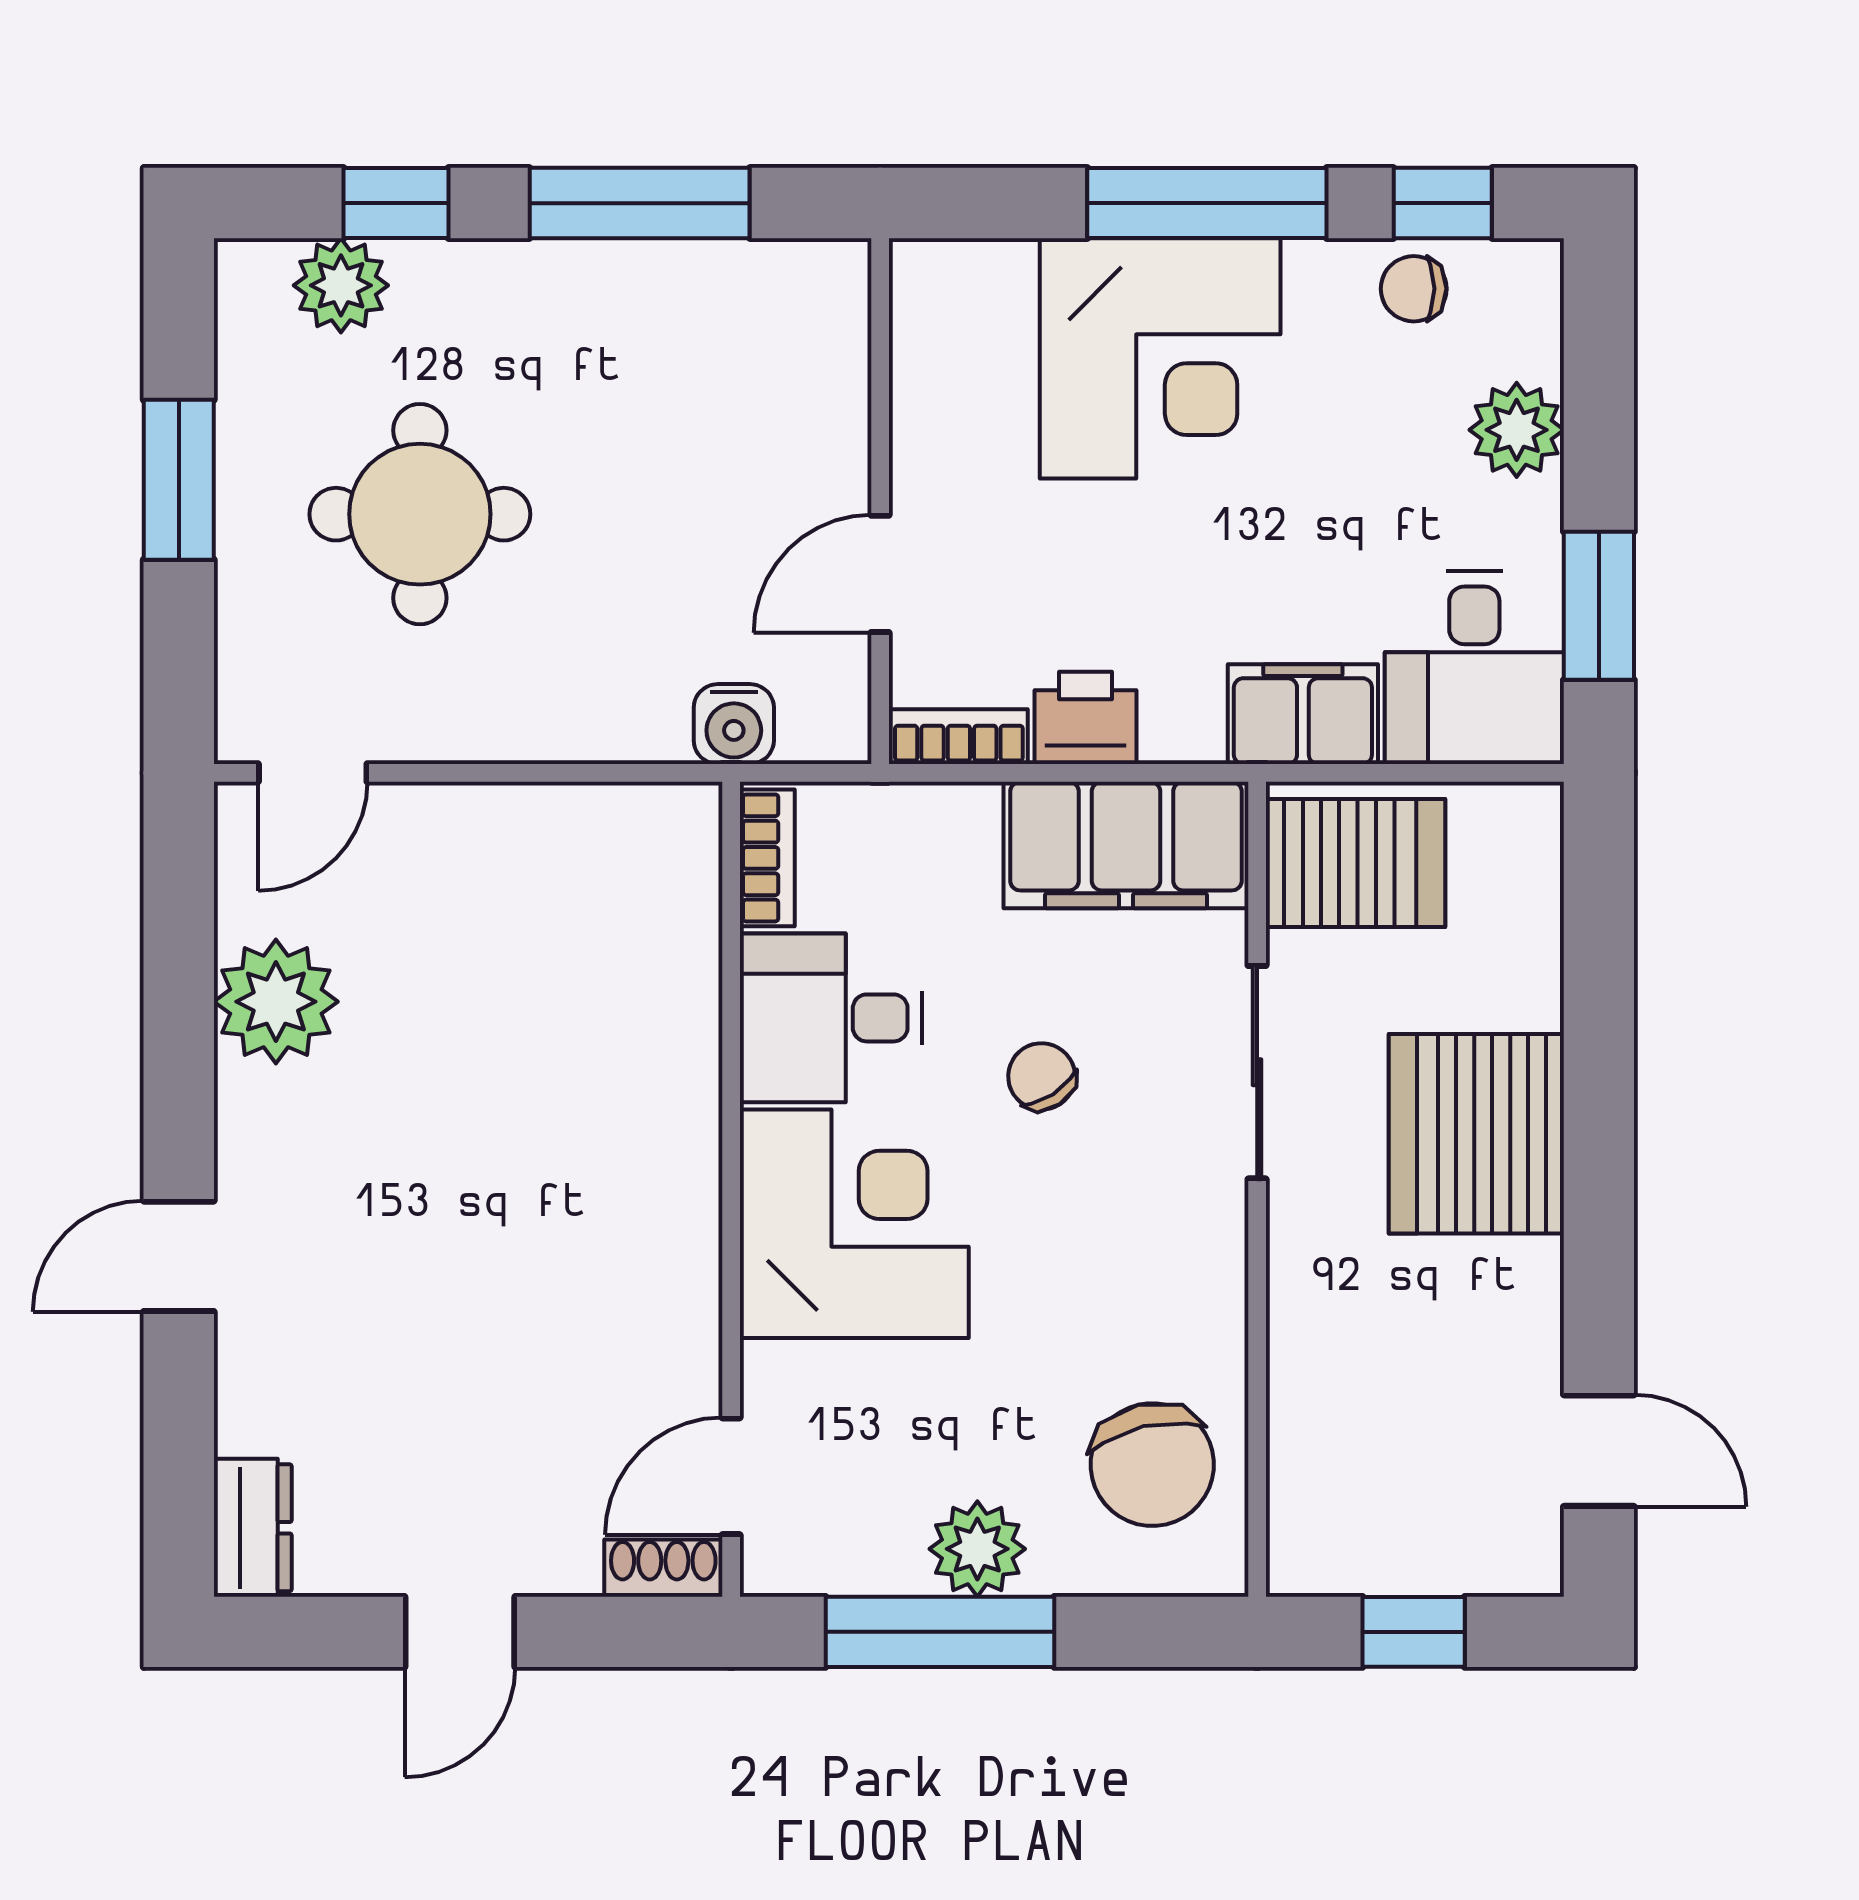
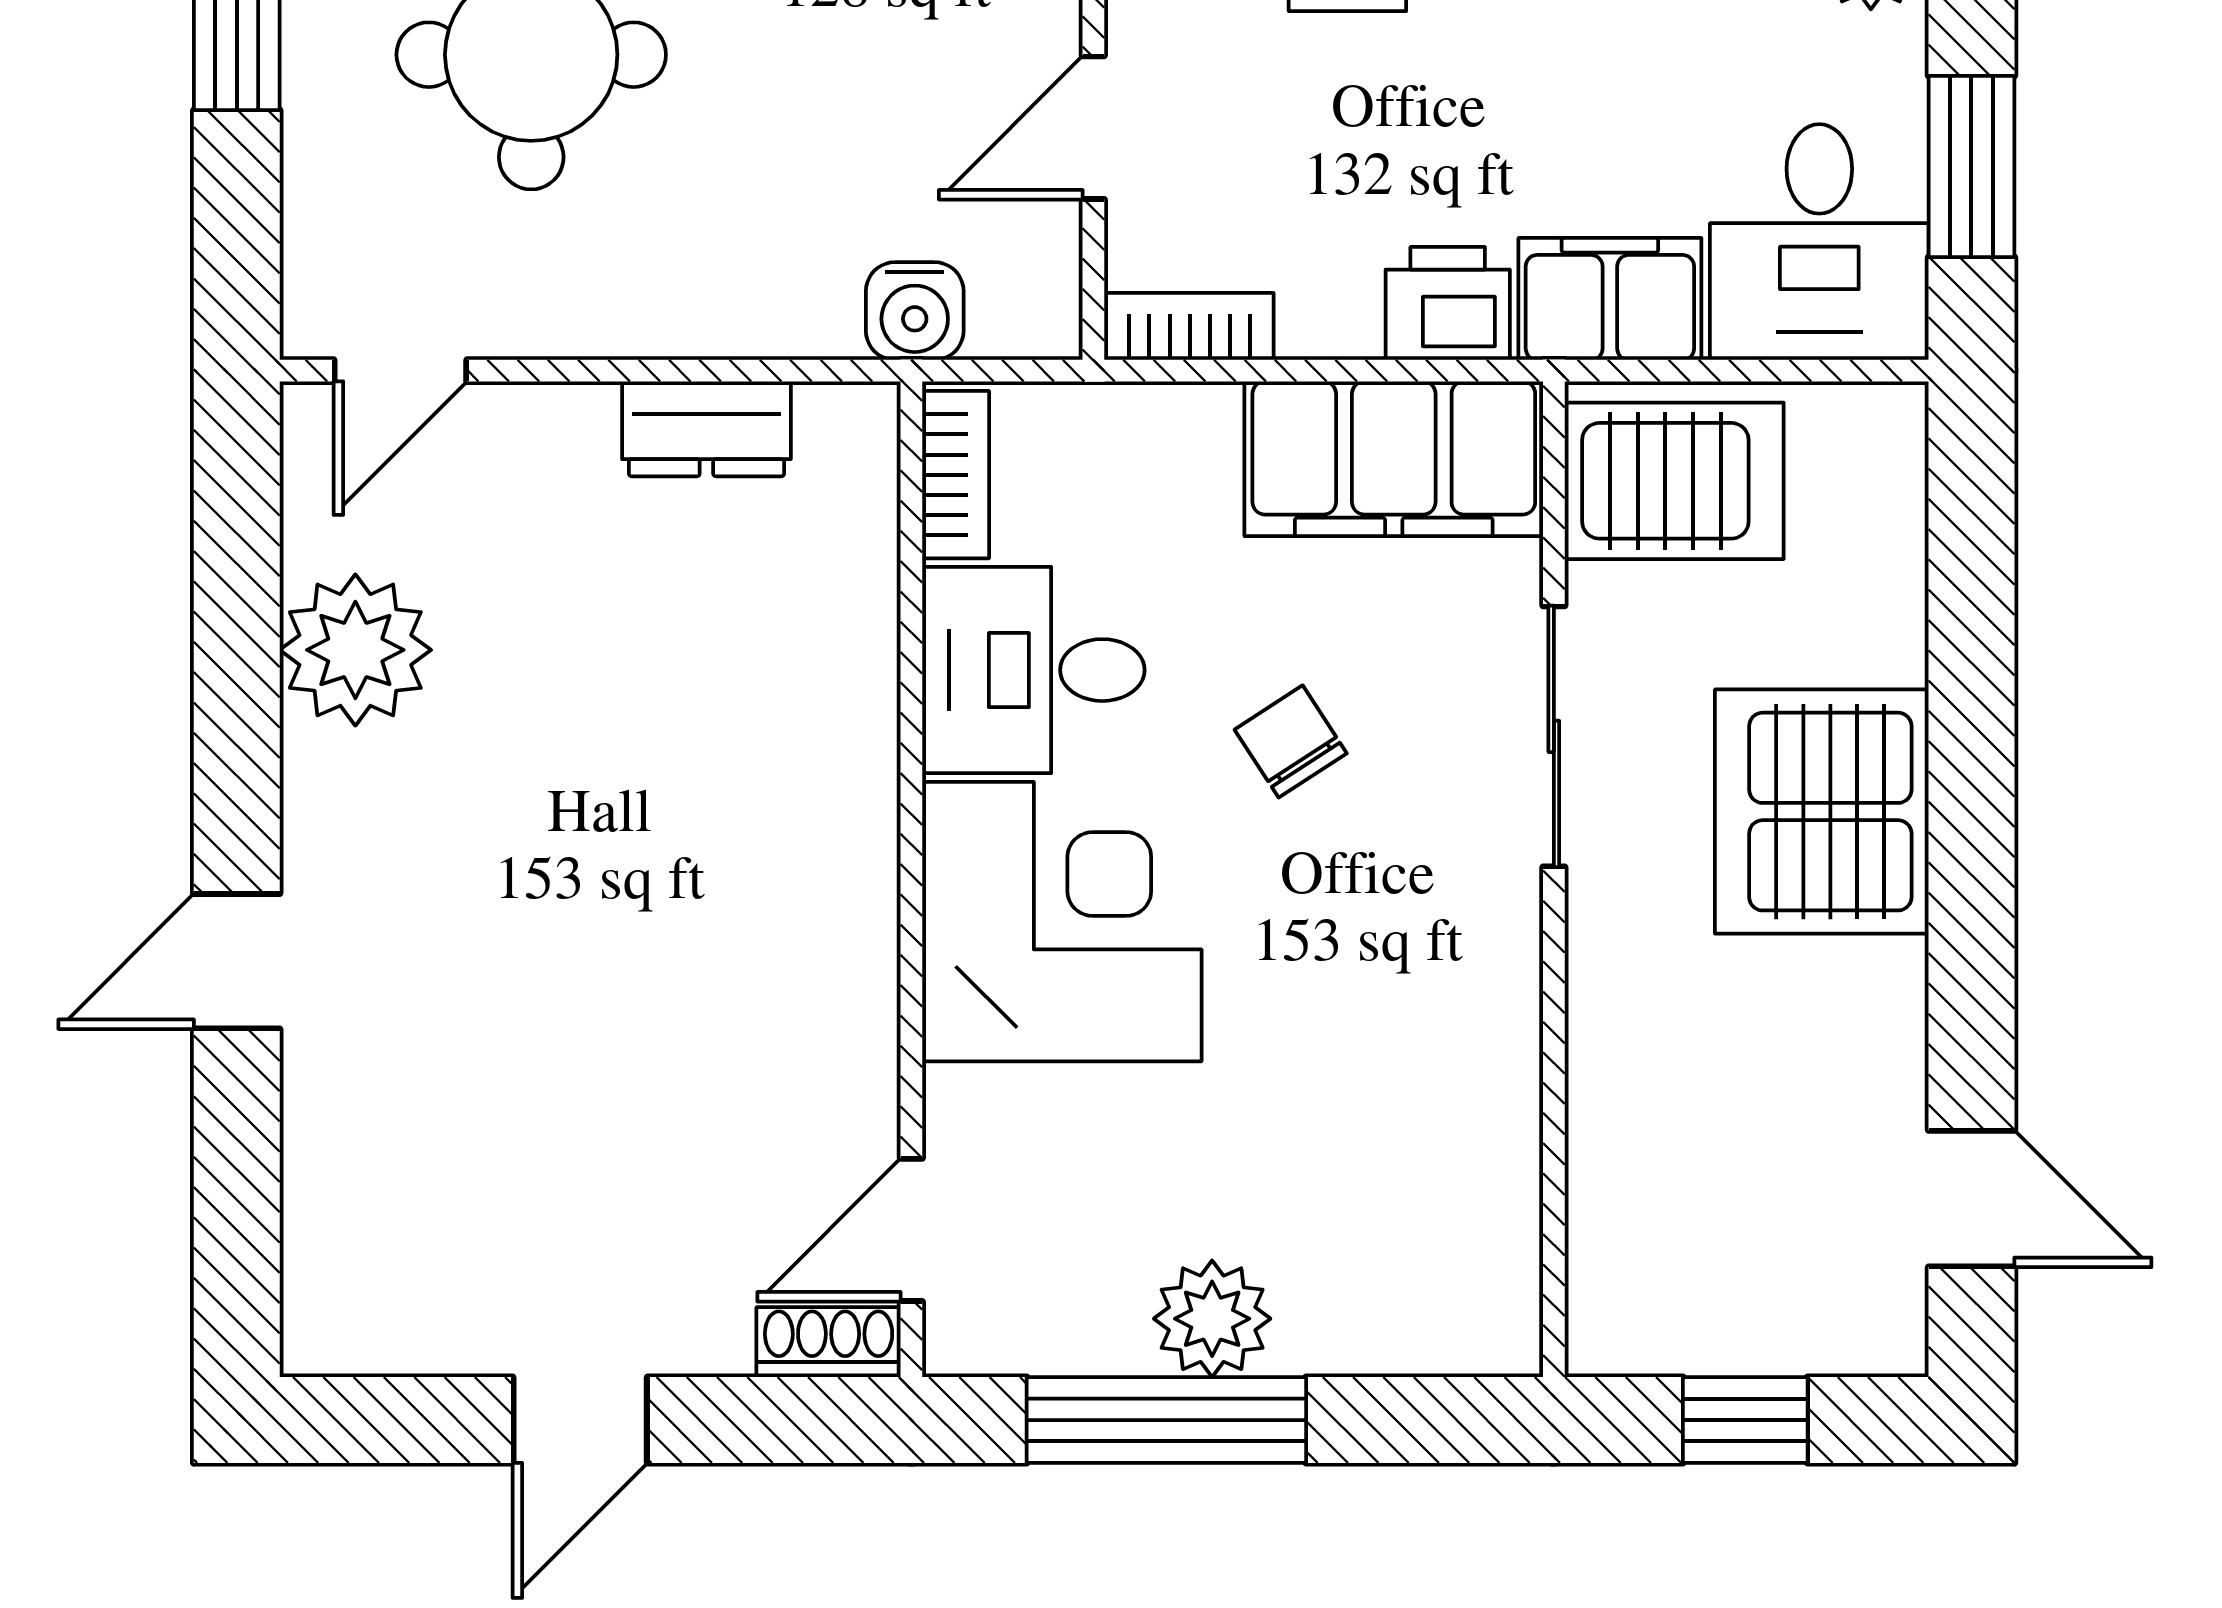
printer: (1085, 718) -> (1448, 303), moved
chair: (1152, 1465) -> (1426, 1216), removed
dresser: (253, 1528) -> (706, 429), moved, turned 90

